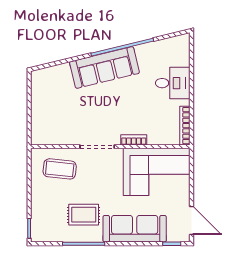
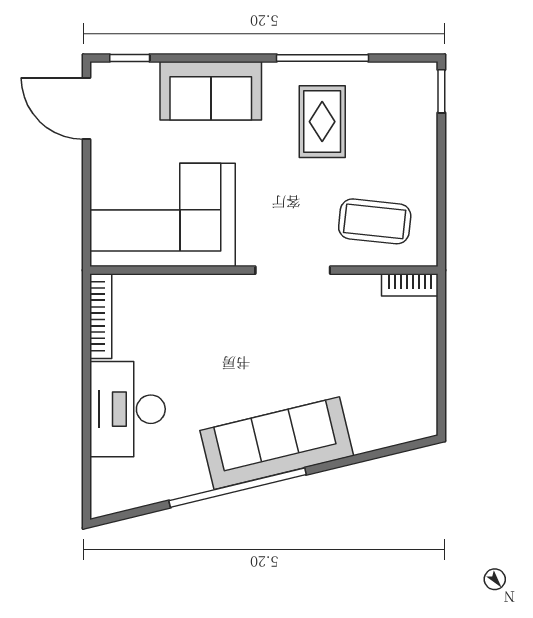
desk: (173, 83) -> (128, 409), width x1.37
bookcase: (134, 140) -> (410, 285), moved
rug: (84, 215) -> (322, 122), turned 90
sofa: (135, 229) -> (211, 91), width x0.73

